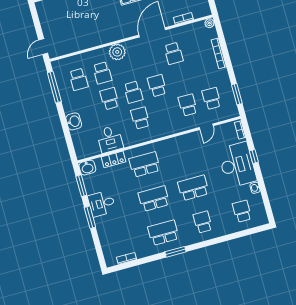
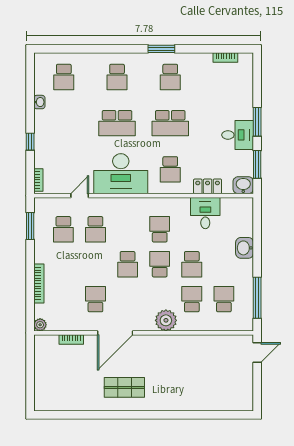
school desk: (140, 118) -> (160, 229), turned 180
school desk: (145, 164) -> (170, 169), width x0.54
desk: (237, 165) -> (121, 174), moved, turned -90
school desk: (163, 233) -> (170, 77), width x0.54

